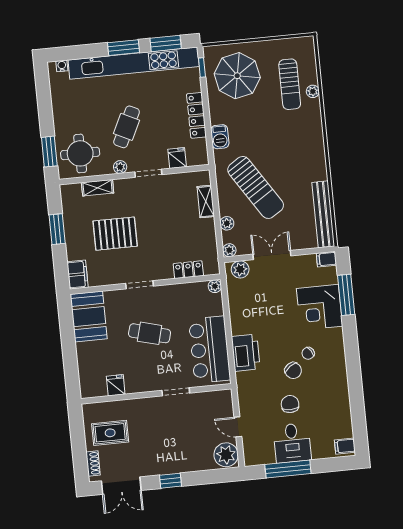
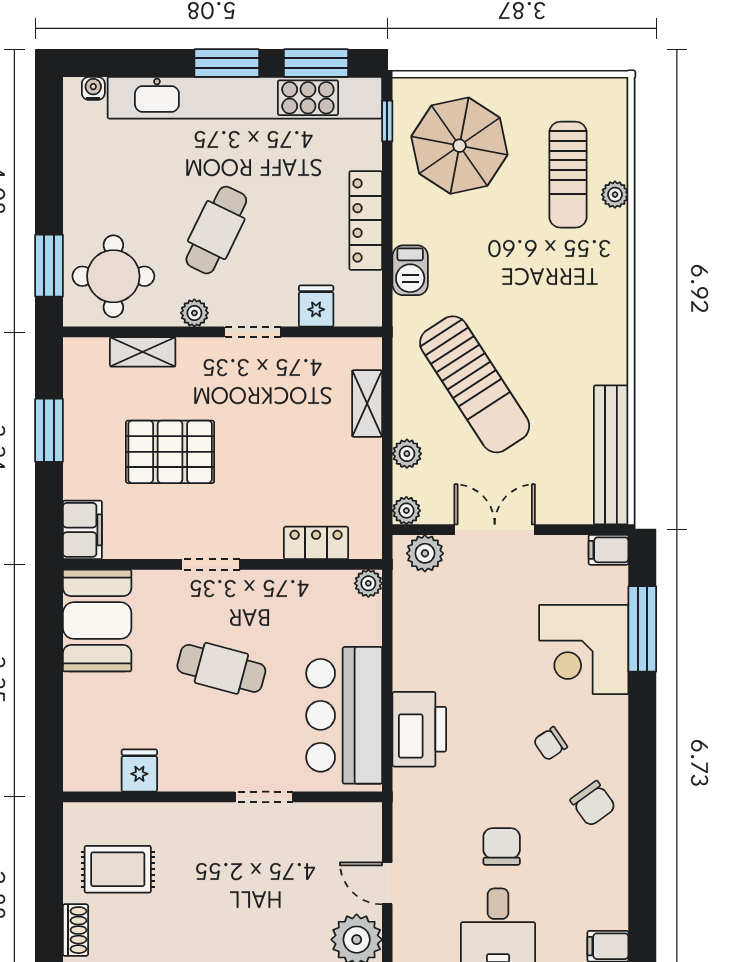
chair: (293, 371) -> (593, 804), moved

